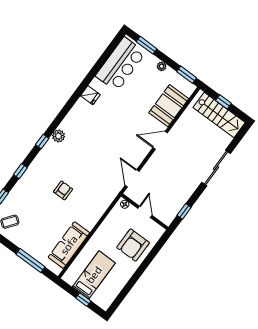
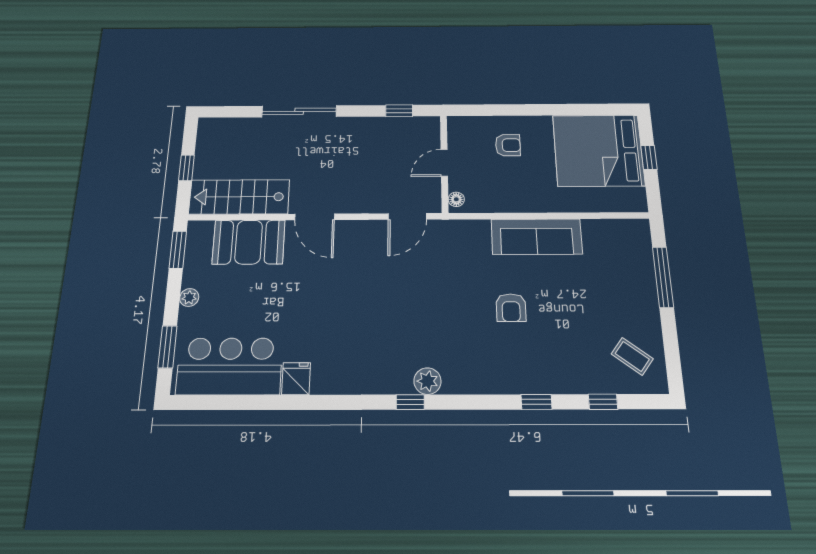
fridge: (90, 95) -> (296, 379), moved
stairs: (219, 115) -> (239, 197), moved, turned -90
window: (42, 142) -> (410, 402), moved
armchair: (63, 190) -> (511, 308), turned -90
sofa: (69, 245) -> (537, 237), moved
armchair: (133, 245) -> (508, 145), width x0.53, depth x0.53
bed: (94, 275) -> (598, 150), width x2.04

